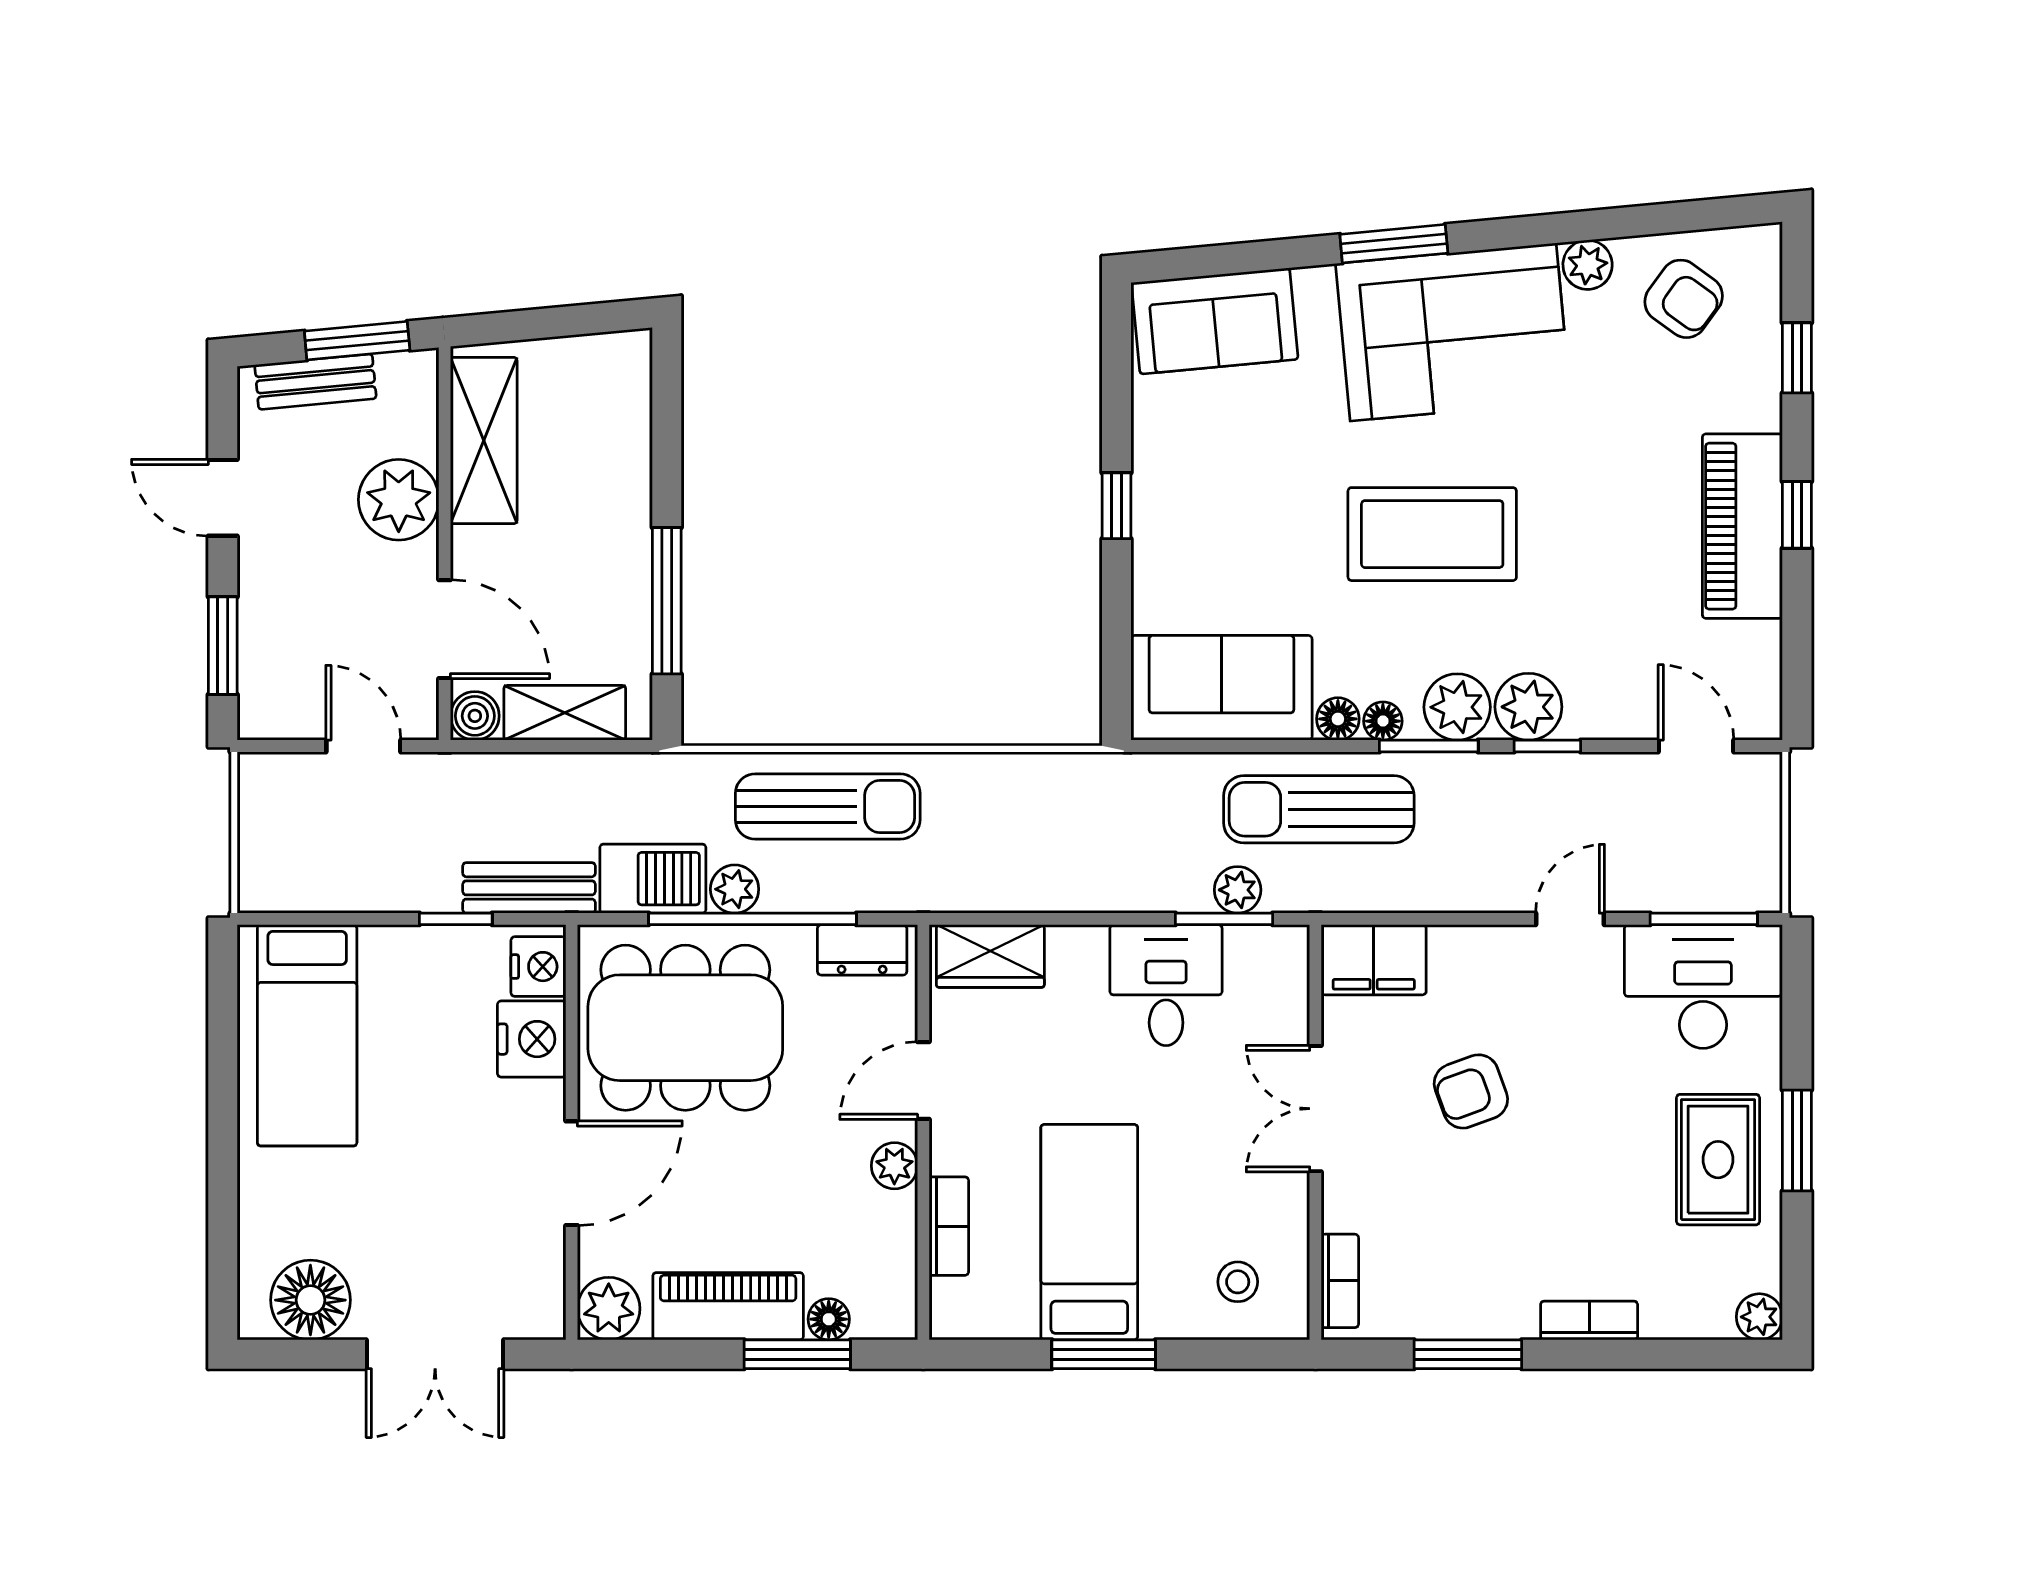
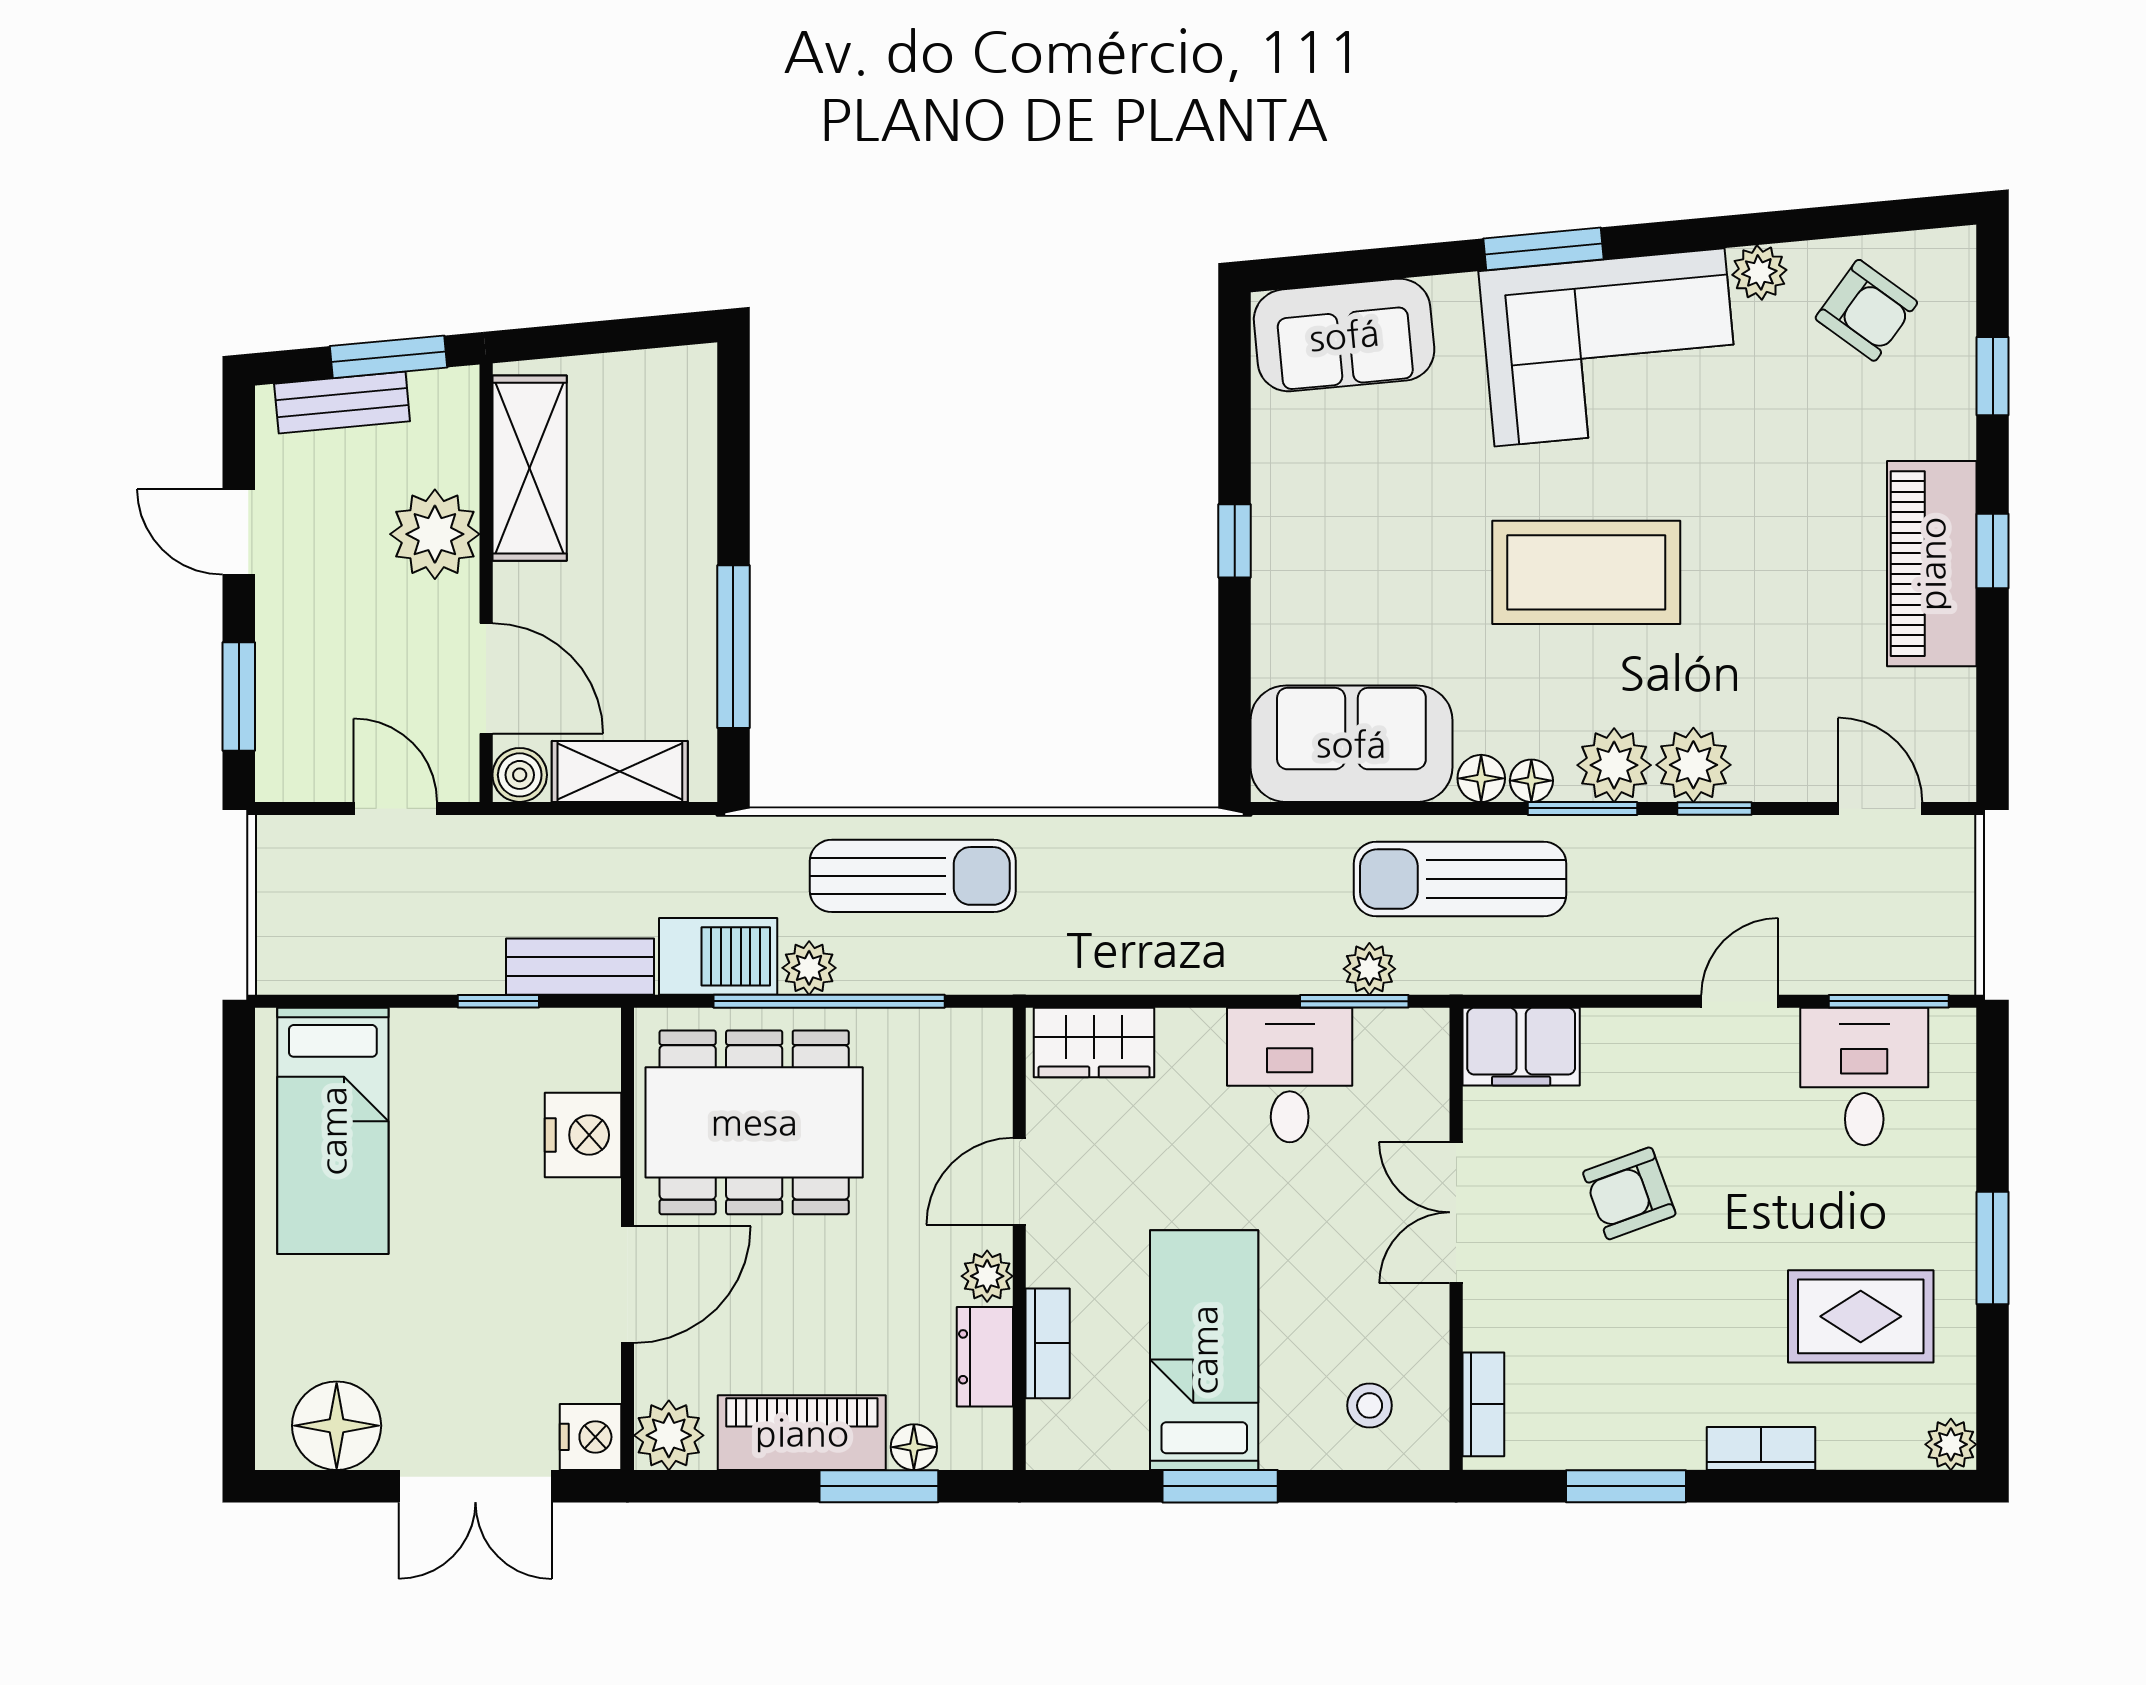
dresser: (862, 950) -> (985, 1357), moved, turned 90
nightstand: (538, 967) -> (590, 1437), moved
desk: (1703, 987) -> (1864, 1076), width x0.73
rug: (1718, 1160) -> (1861, 1316), moved, turned 90

